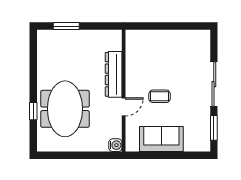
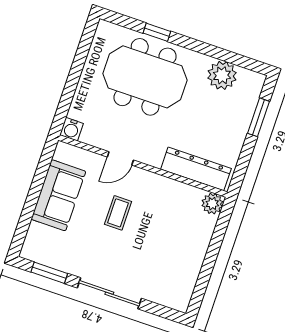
plant: (133, 37) -> (212, 204), added
plant: (47, 59) -> (222, 75), added
dresser: (114, 74) -> (196, 169), moved
door: (124, 107) -> (120, 158), hinge flipped

